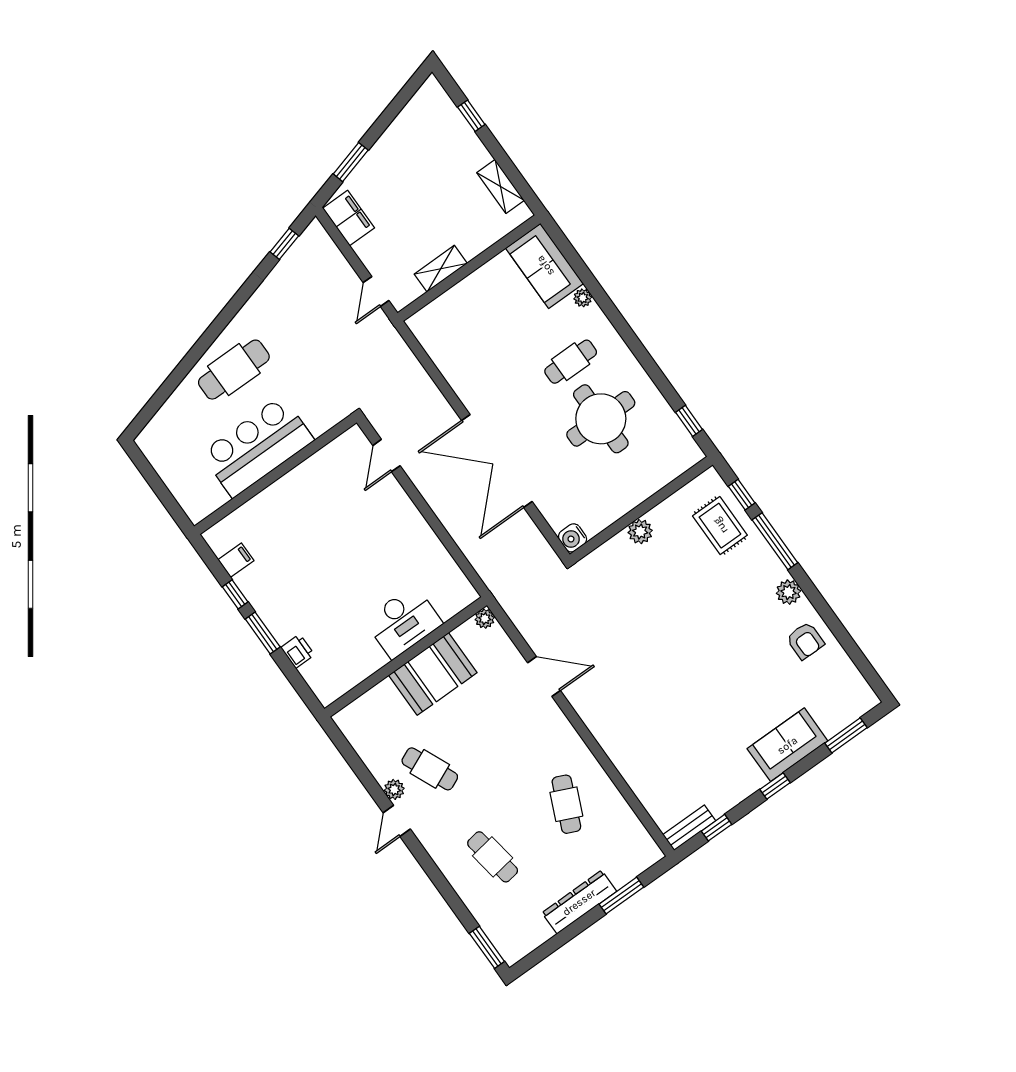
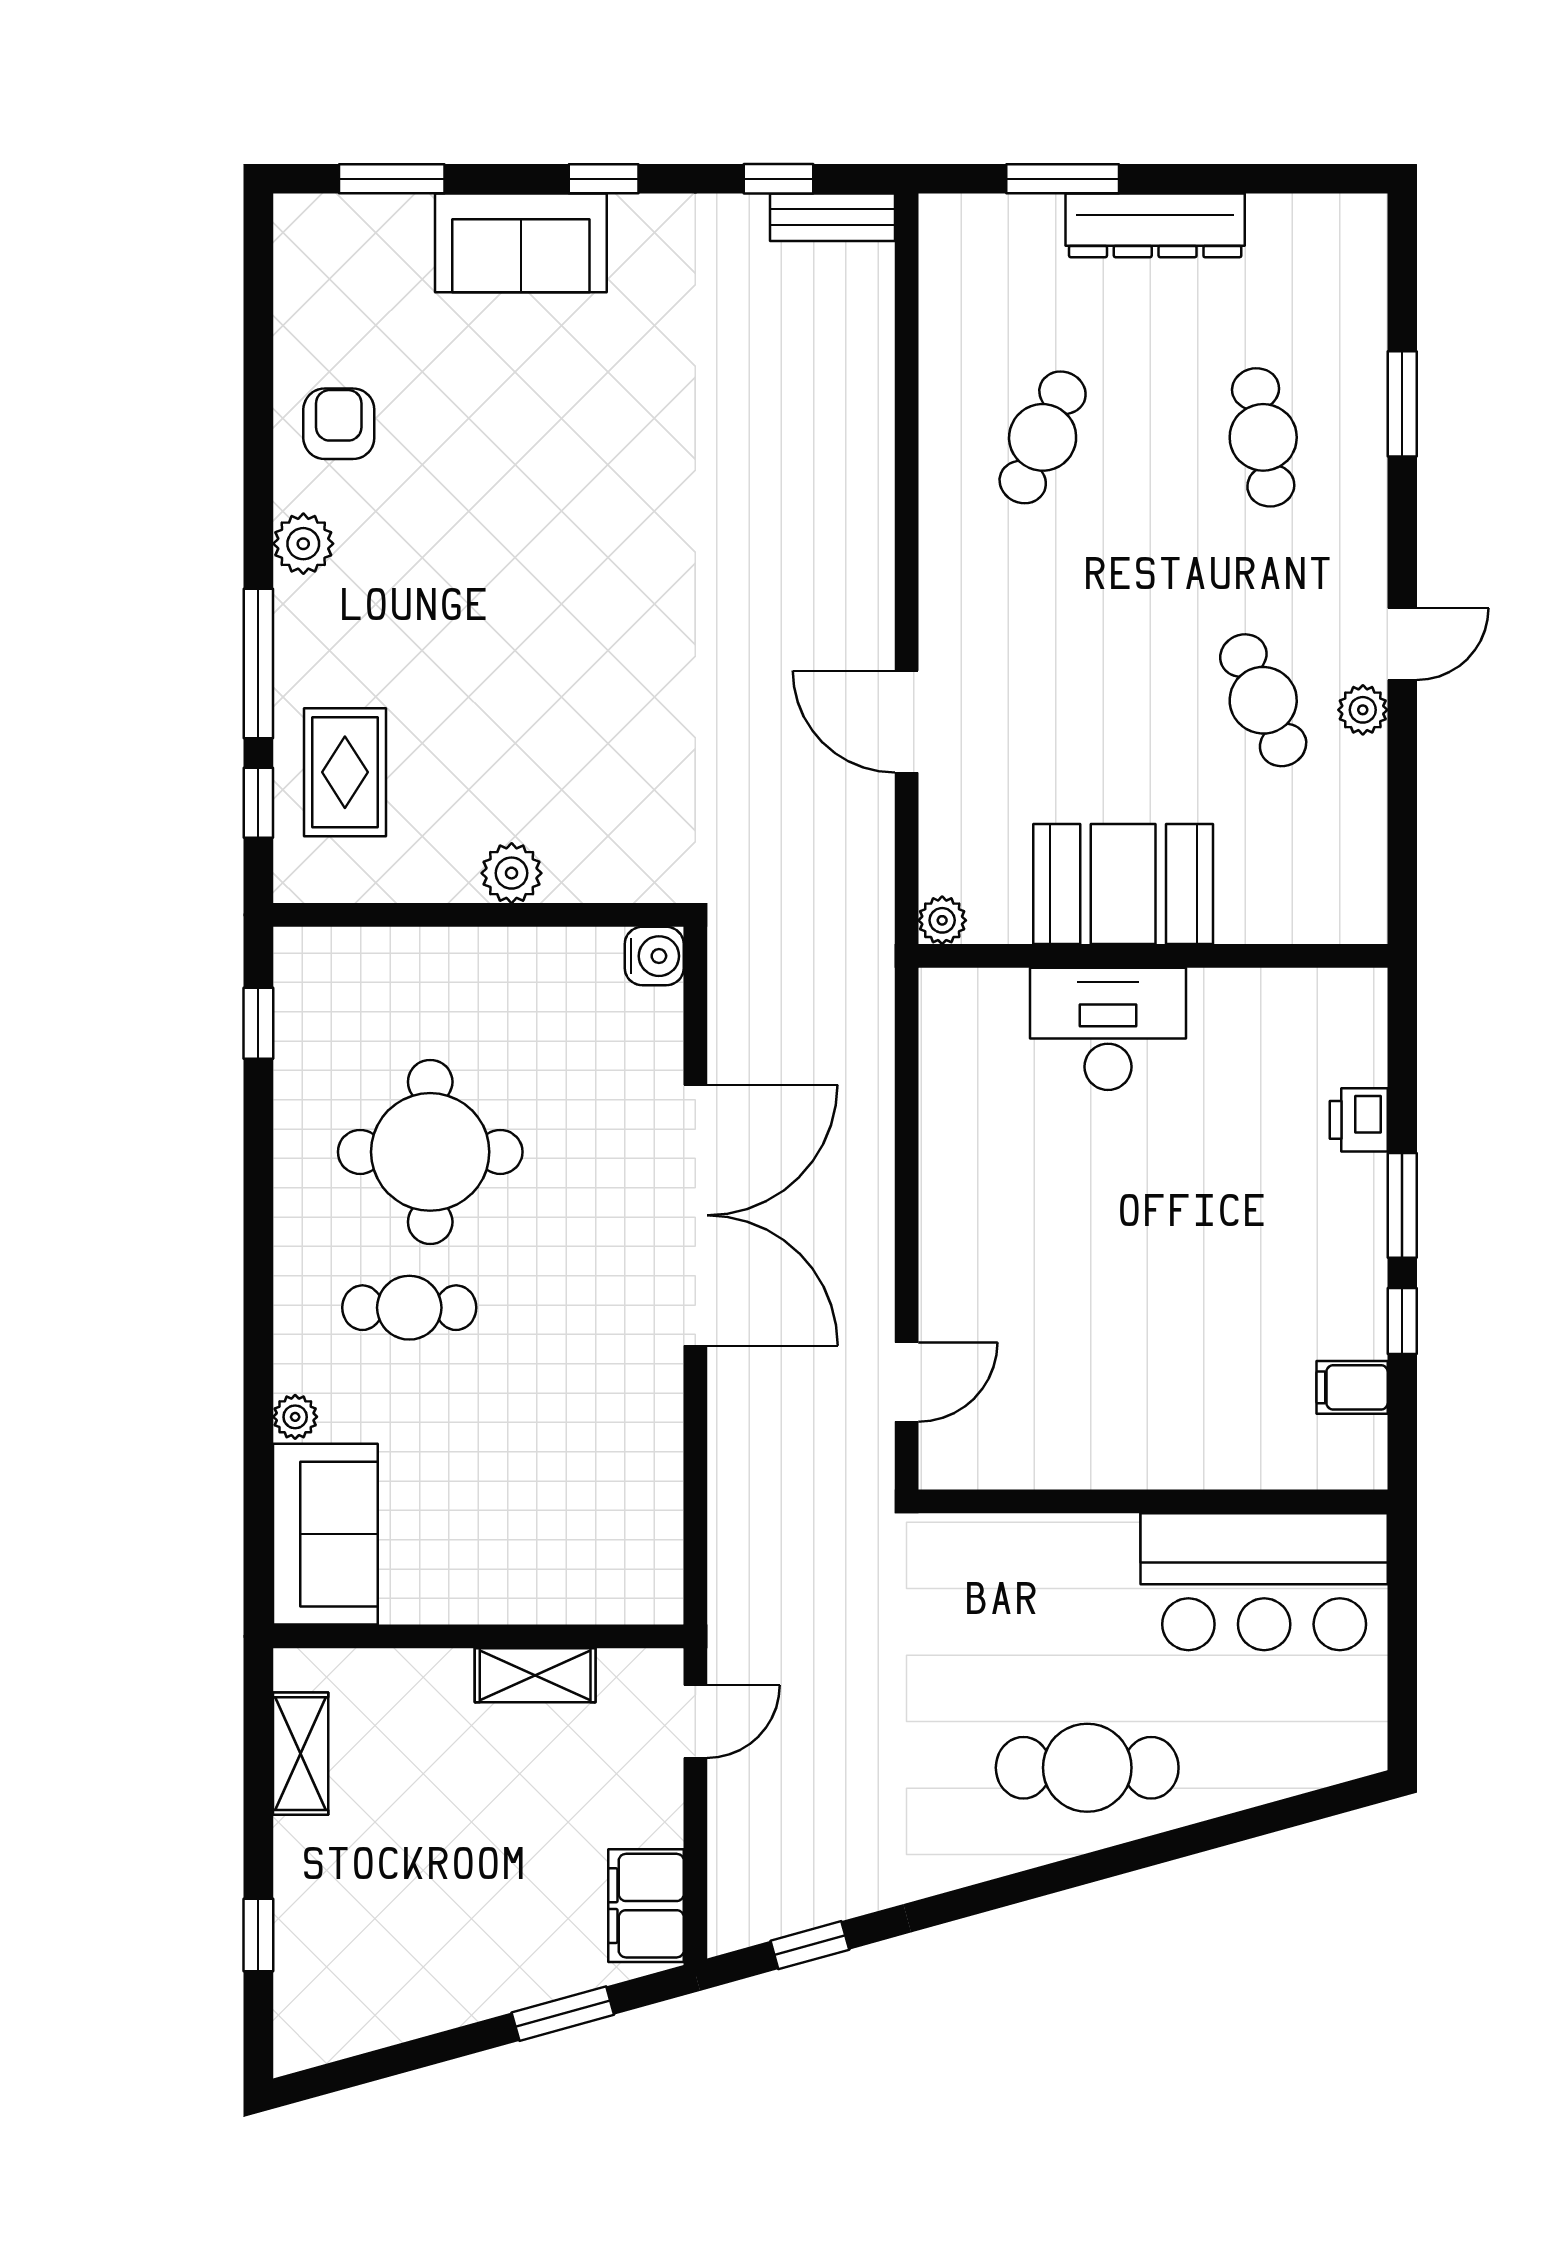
bar counter: (257, 447) -> (1264, 1582), moved
window: (487, 947) -> (1402, 404), moved

